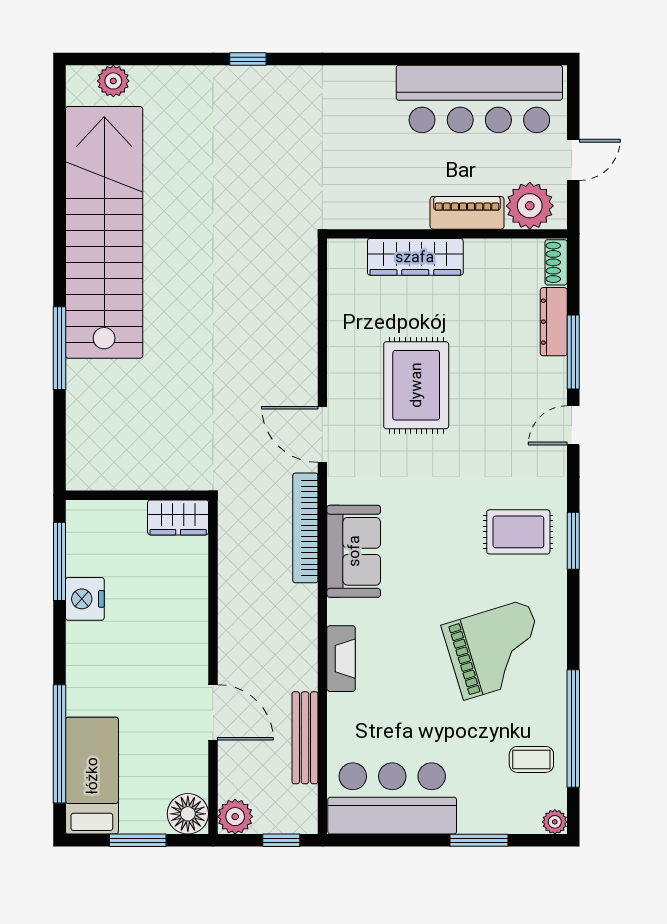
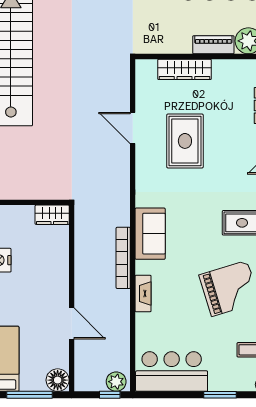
door: (322, 434) -> (133, 128), moved
bookcase: (305, 528) -> (123, 258), moved
bench: (305, 738) -> (123, 338), removed
plant: (235, 817) -> (116, 382), moved
window: (138, 840) -> (30, 395), width x1.44

